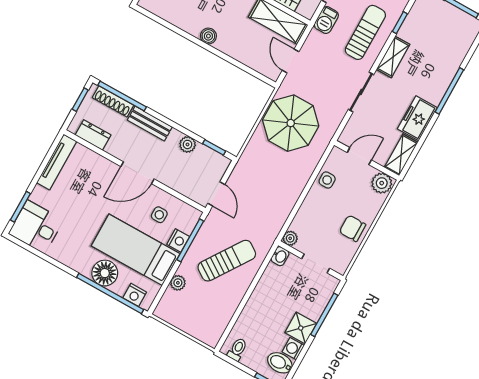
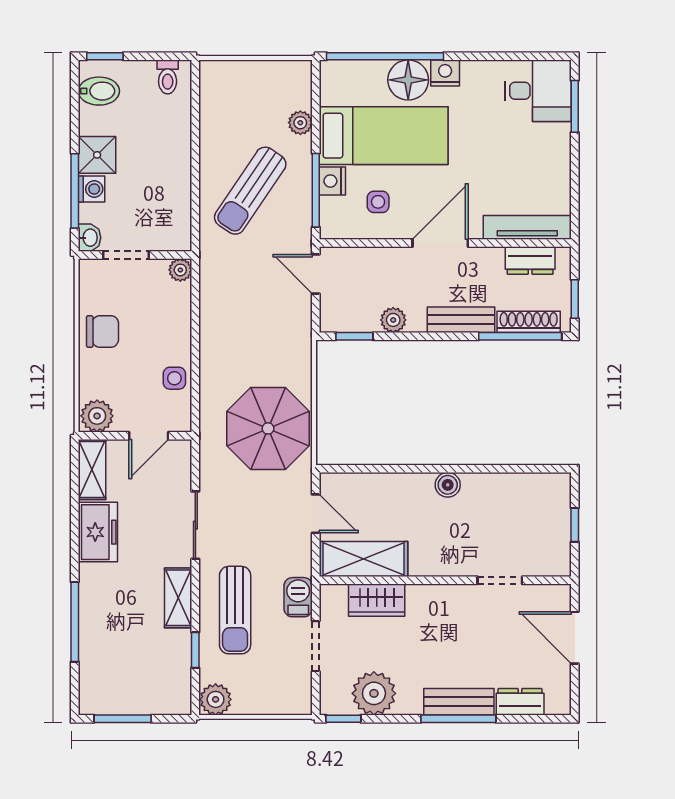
window: (449, 91) -> (75, 622), moved
tv unit: (57, 162) -> (527, 227), moved, turned 90
washbasin: (280, 256) -> (90, 238), moved, turned 180
nightstand: (135, 295) -> (445, 73), moved
washing machine: (293, 349) -> (92, 189), moved

